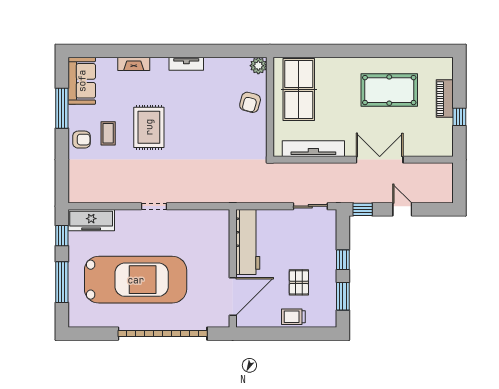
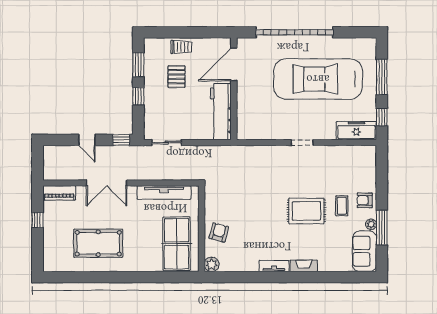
fireplace: (134, 64) -> (304, 266), moved
piano: (445, 99) -> (59, 193), moved, turned 90
plant: (74, 112) -> (371, 224), added
rug: (149, 127) -> (306, 211), turned 90

